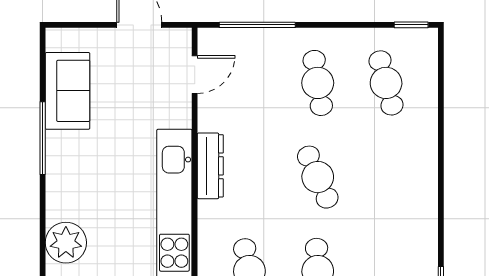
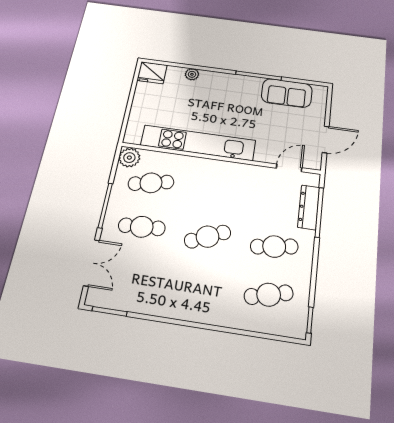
door: (195, 74) -> (289, 168), swing flipped
dresser: (210, 166) -> (309, 207), moved, turned 90
plant: (66, 243) -> (192, 74), width x0.53, depth x0.53

